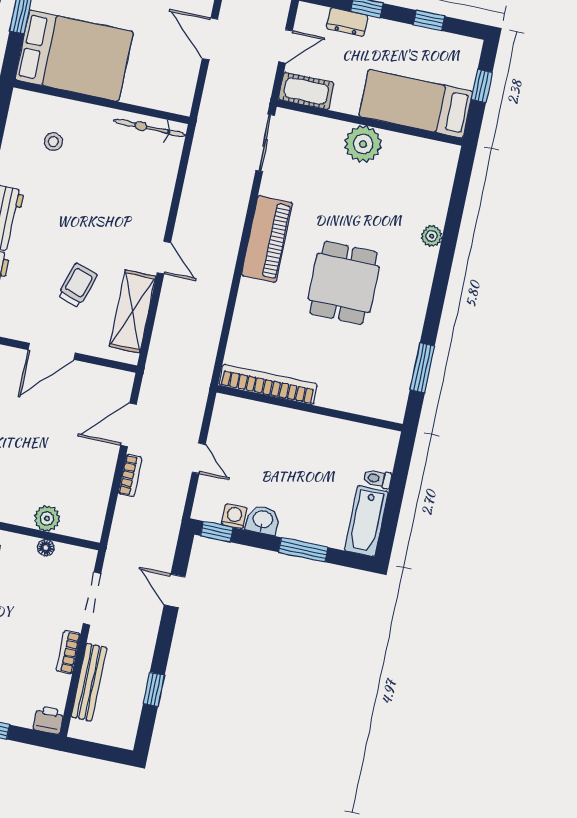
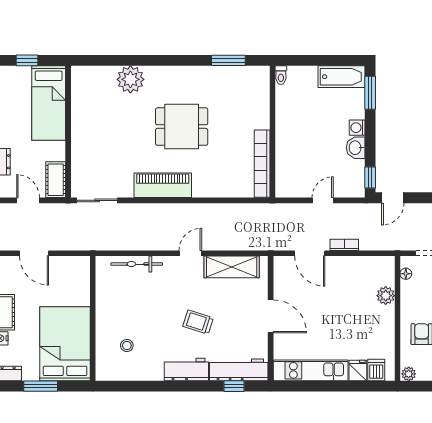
door: (210, 39) -> (34, 253), hinge flipped
bicycle: (150, 128) -> (137, 264), moved, turned 90
plant: (363, 144) -> (84, 133), removed
plant: (432, 236) -> (130, 79), width x1.88, depth x1.88
trolley: (78, 285) -> (198, 322), moved
toilet: (377, 479) -> (281, 75), moved
washing machine: (234, 516) -> (357, 128), moved
floor lamp: (46, 548) -> (406, 274), moved
window: (303, 550) -> (370, 93), moved
door: (175, 591) -> (393, 198), moved

